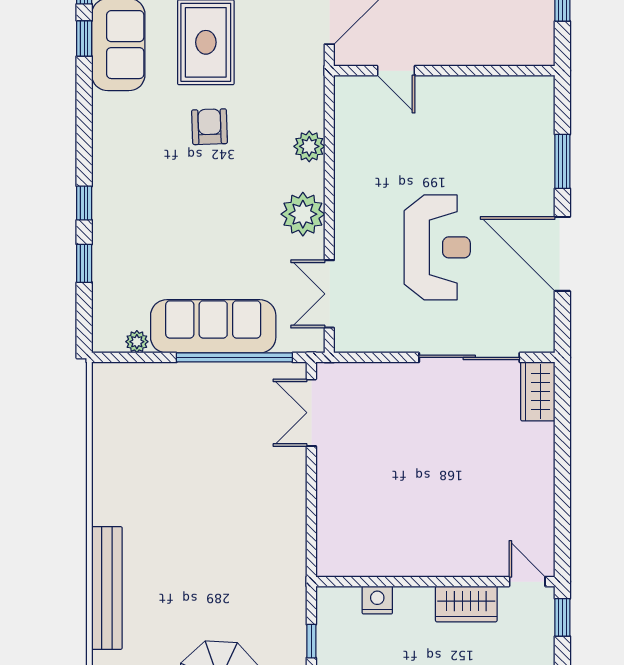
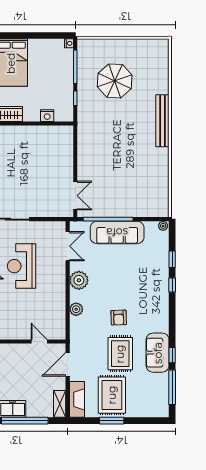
plant: (137, 342) -> (163, 226), moved

